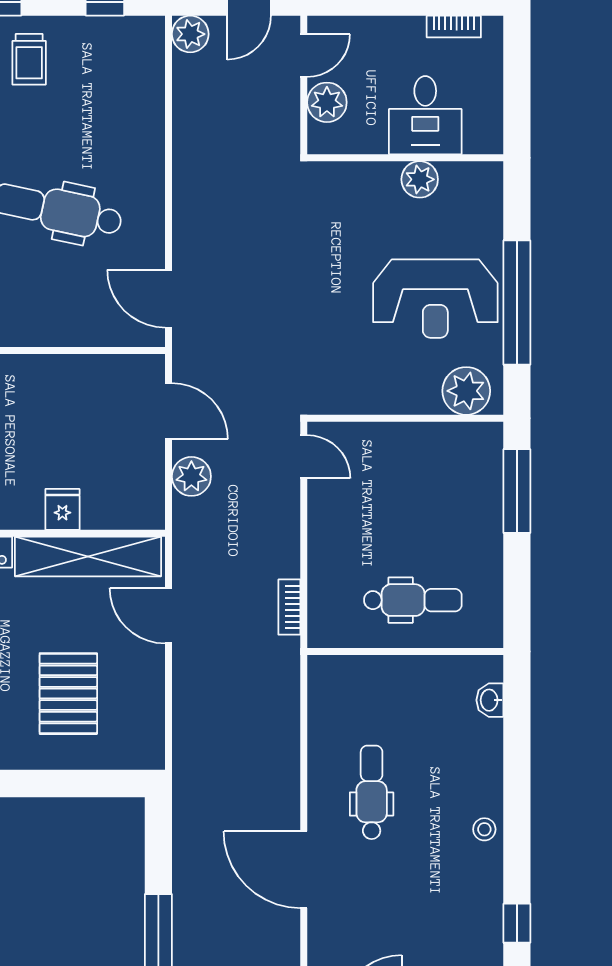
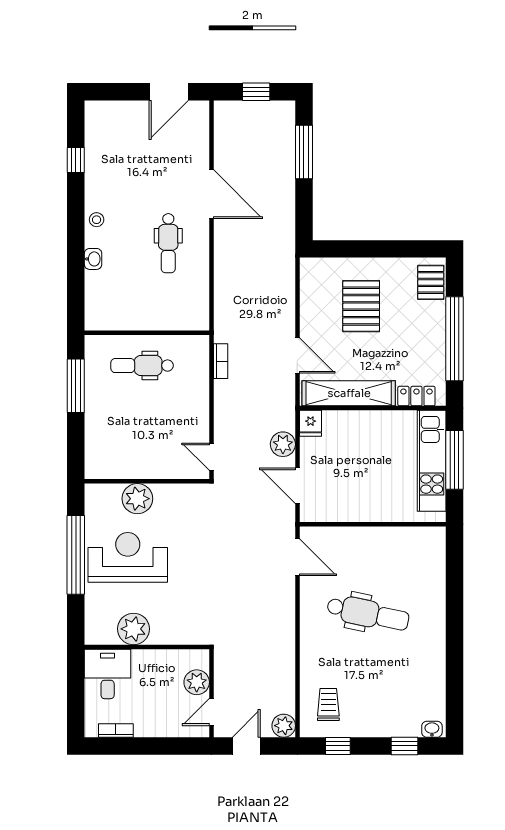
trolley: (29, 59) -> (328, 704), moved
desk: (425, 115) -> (108, 674), moved
plant: (420, 179) -> (133, 629), width x1.36, depth x1.36
plant: (466, 391) -> (137, 499), moved
window: (517, 491) -> (76, 386), moved
fridge: (62, 509) -> (311, 423), moved
washbasin: (490, 700) -> (93, 259), moved

